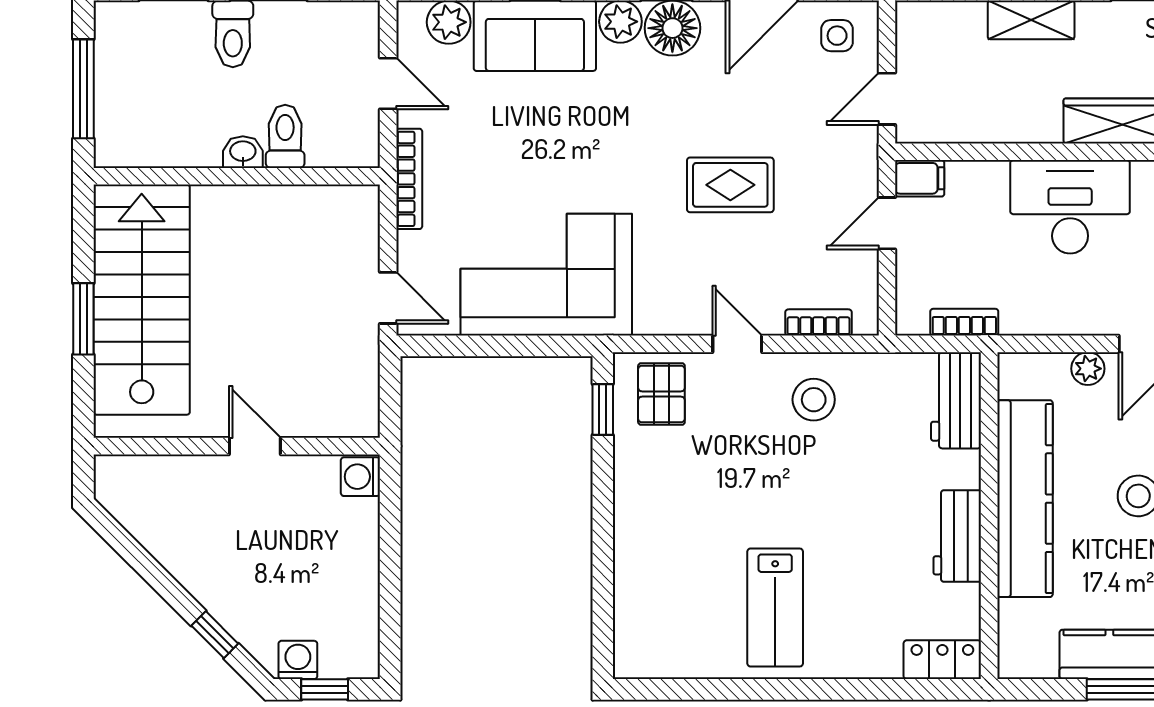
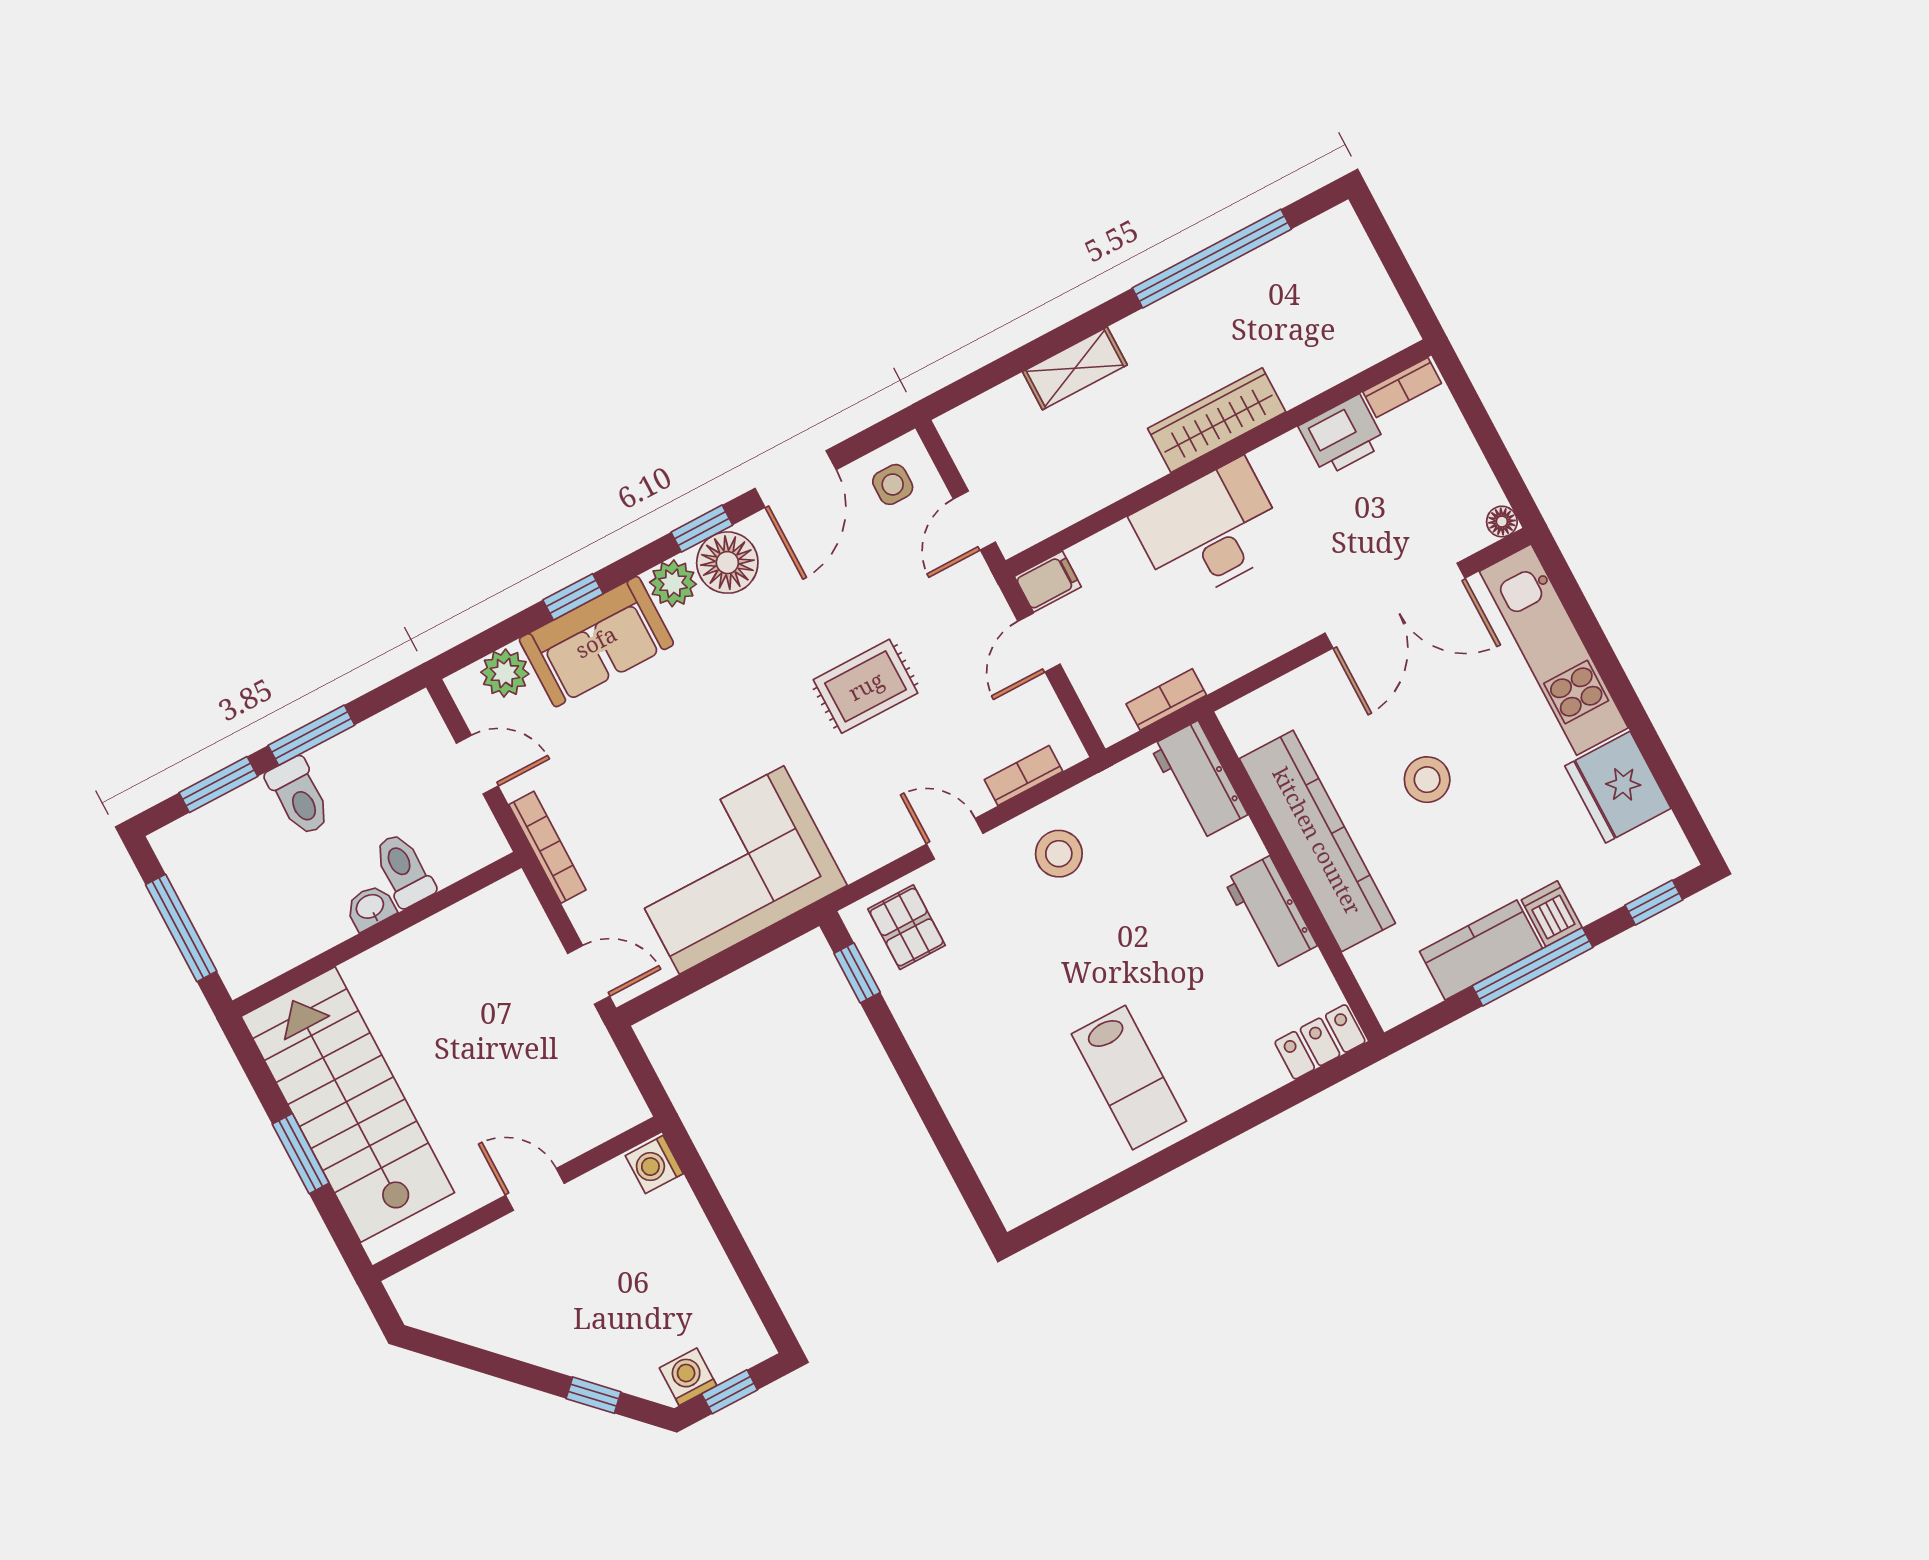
plant: (1088, 369) -> (1312, 681), removed

